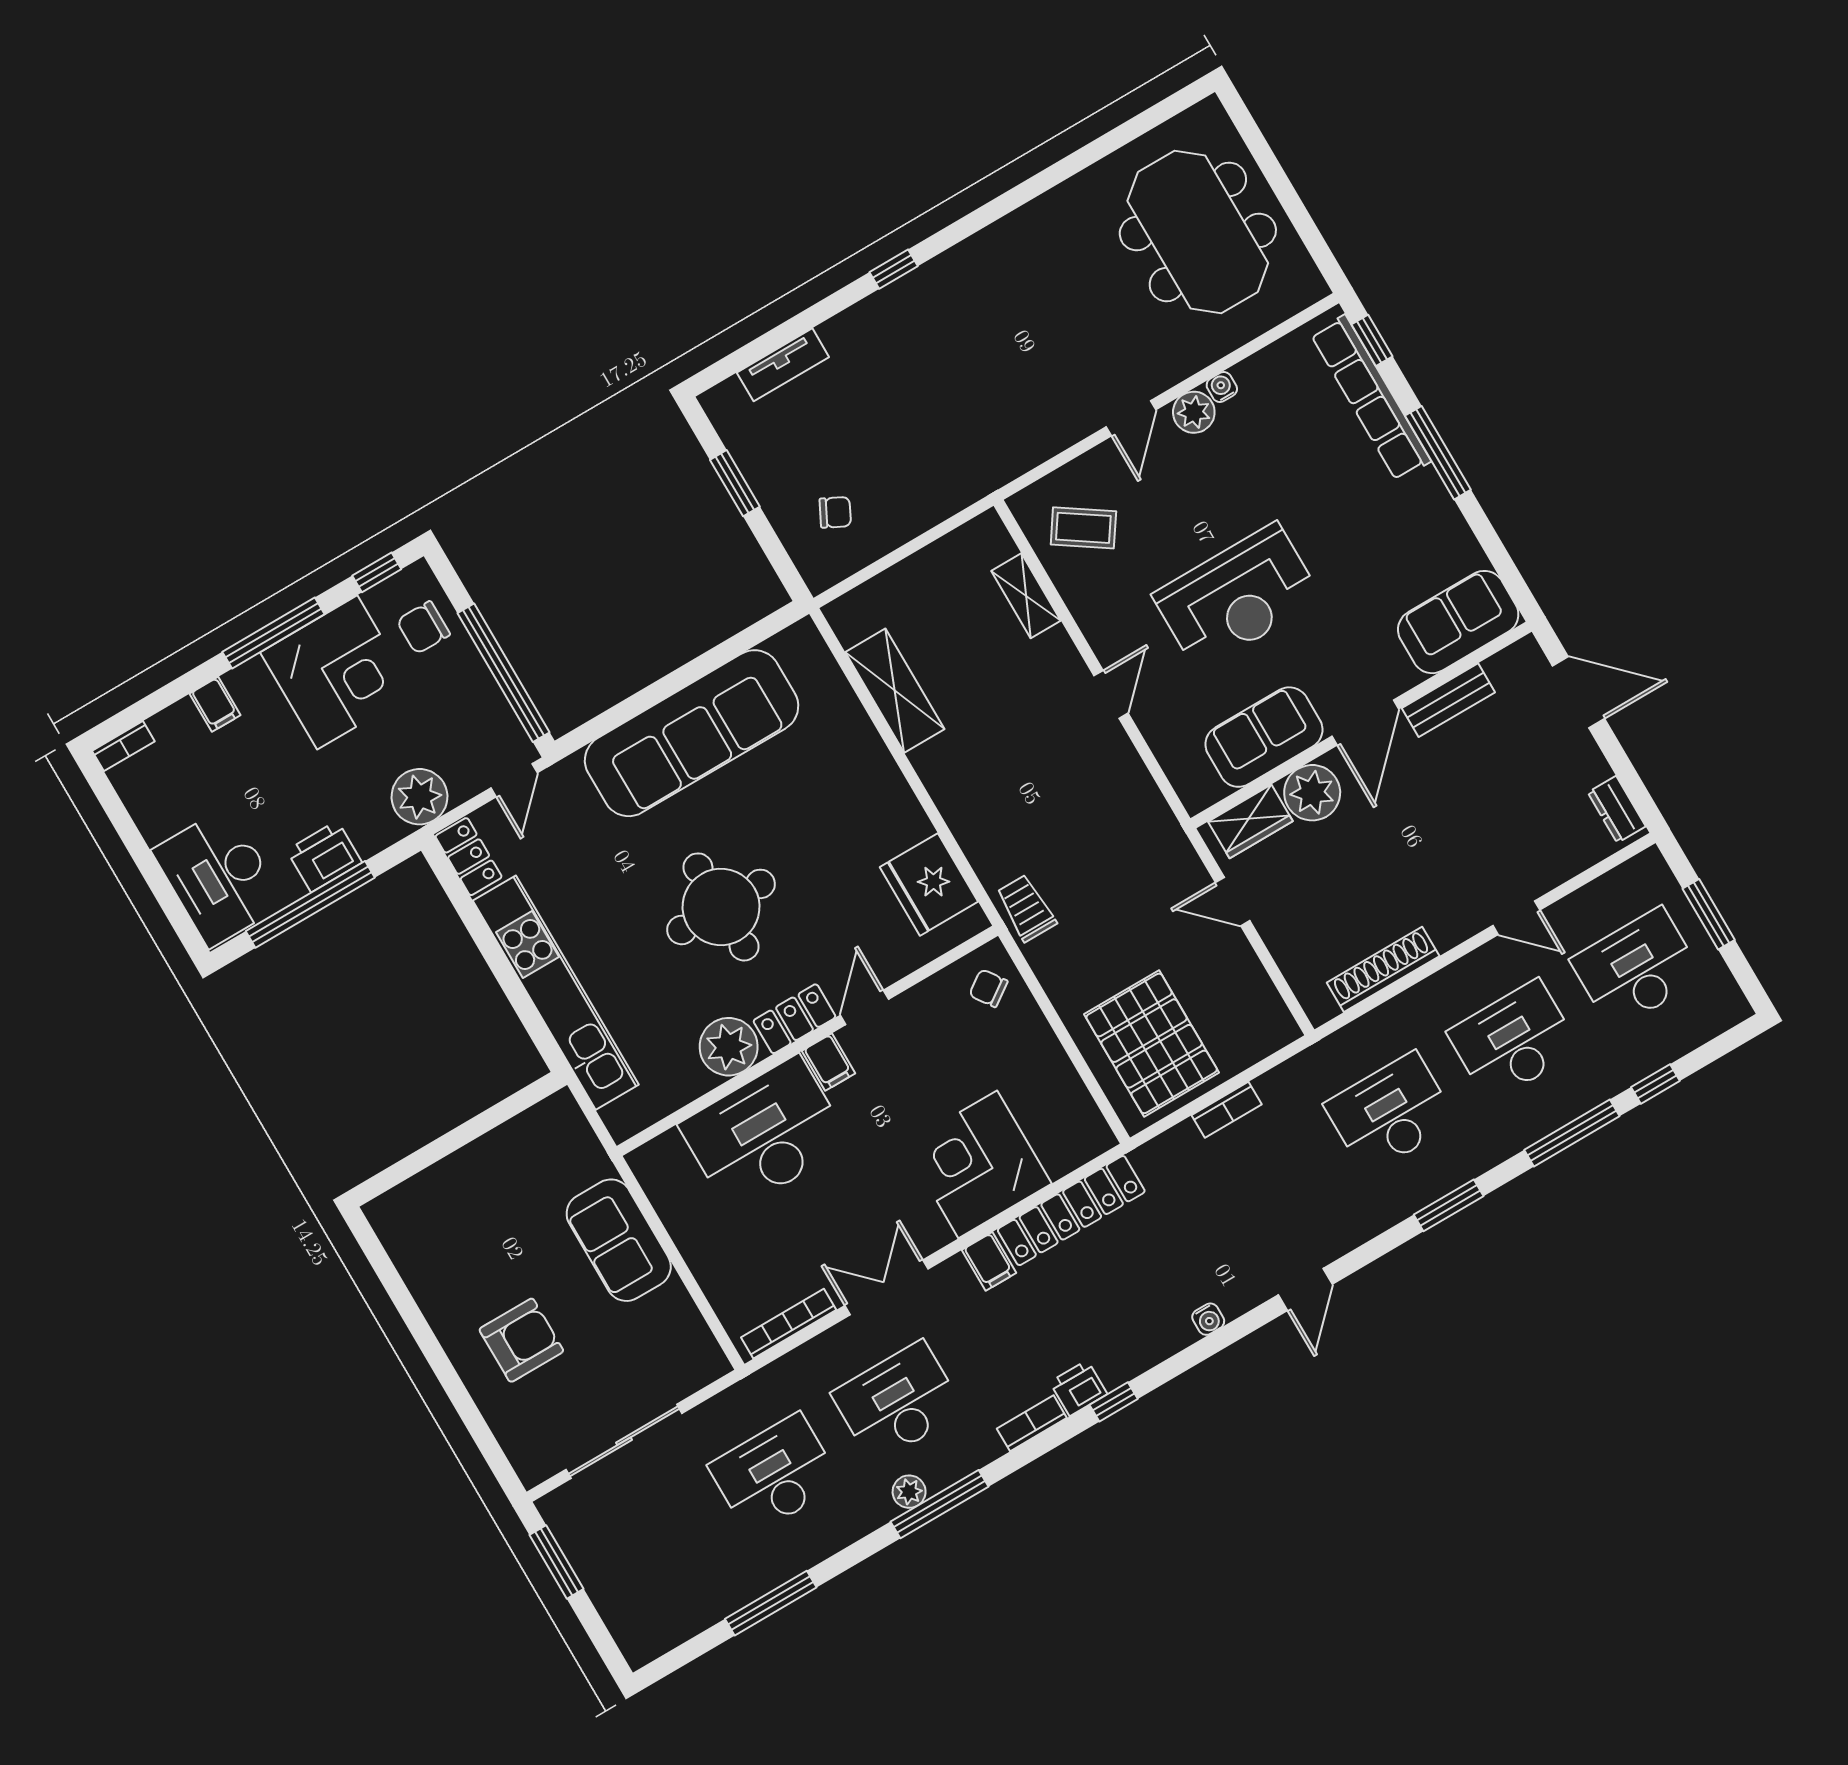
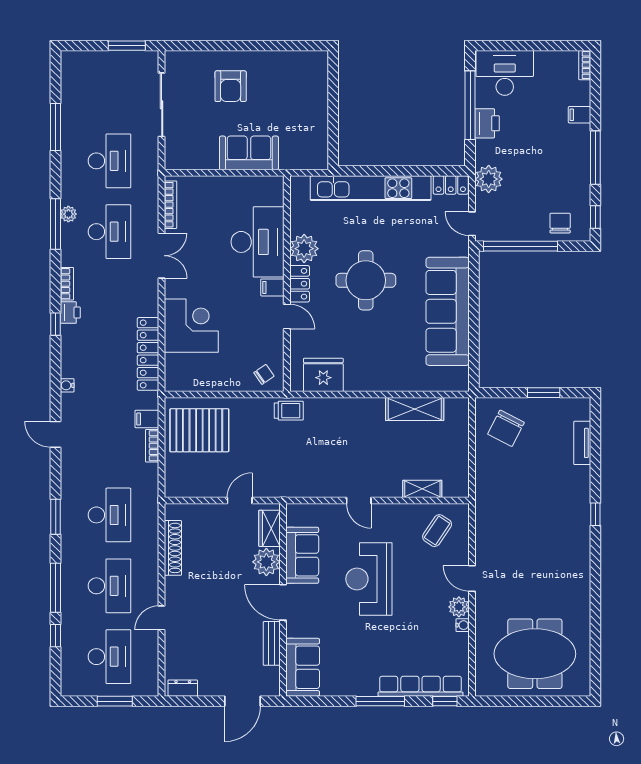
chair: (835, 512) -> (506, 428), width x1.87, depth x1.87
corner desk: (337, 672) -> (562, 175), removed
filing cabinet: (989, 1261) -> (147, 419), moved

